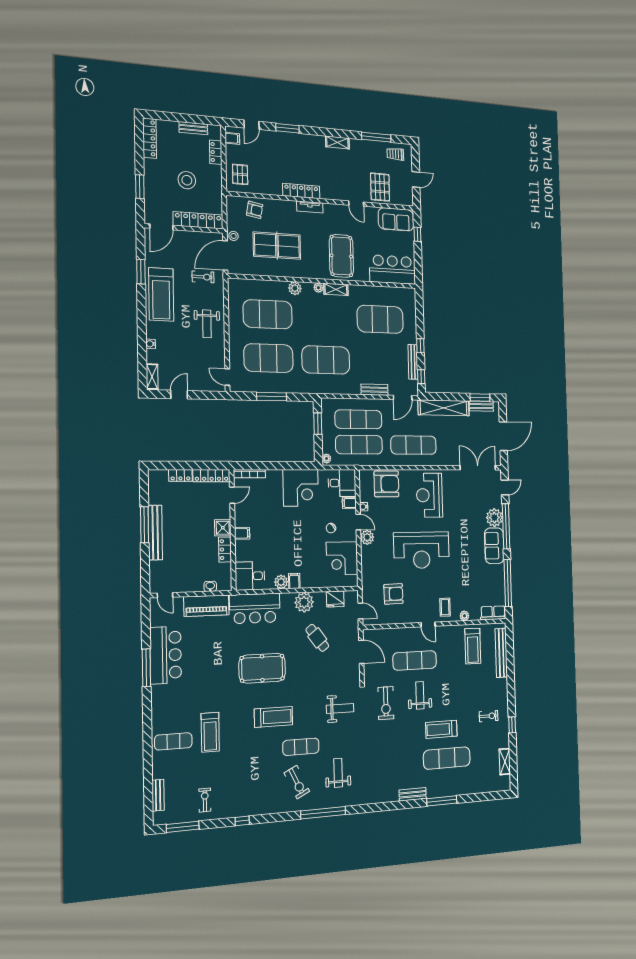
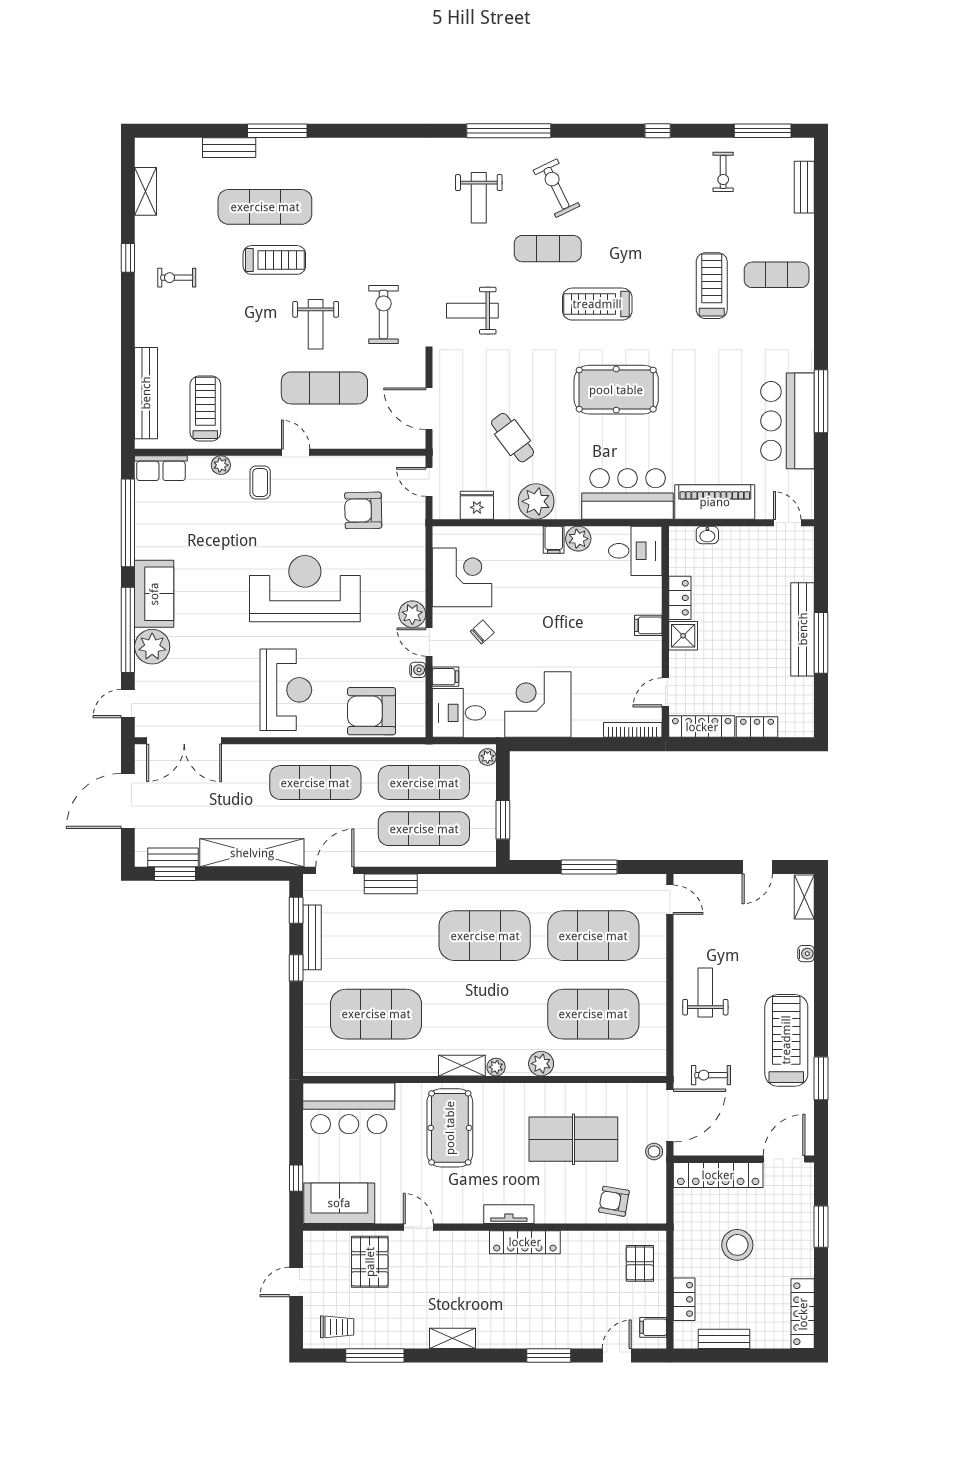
bench: (413, 794) -> (229, 148), moved

